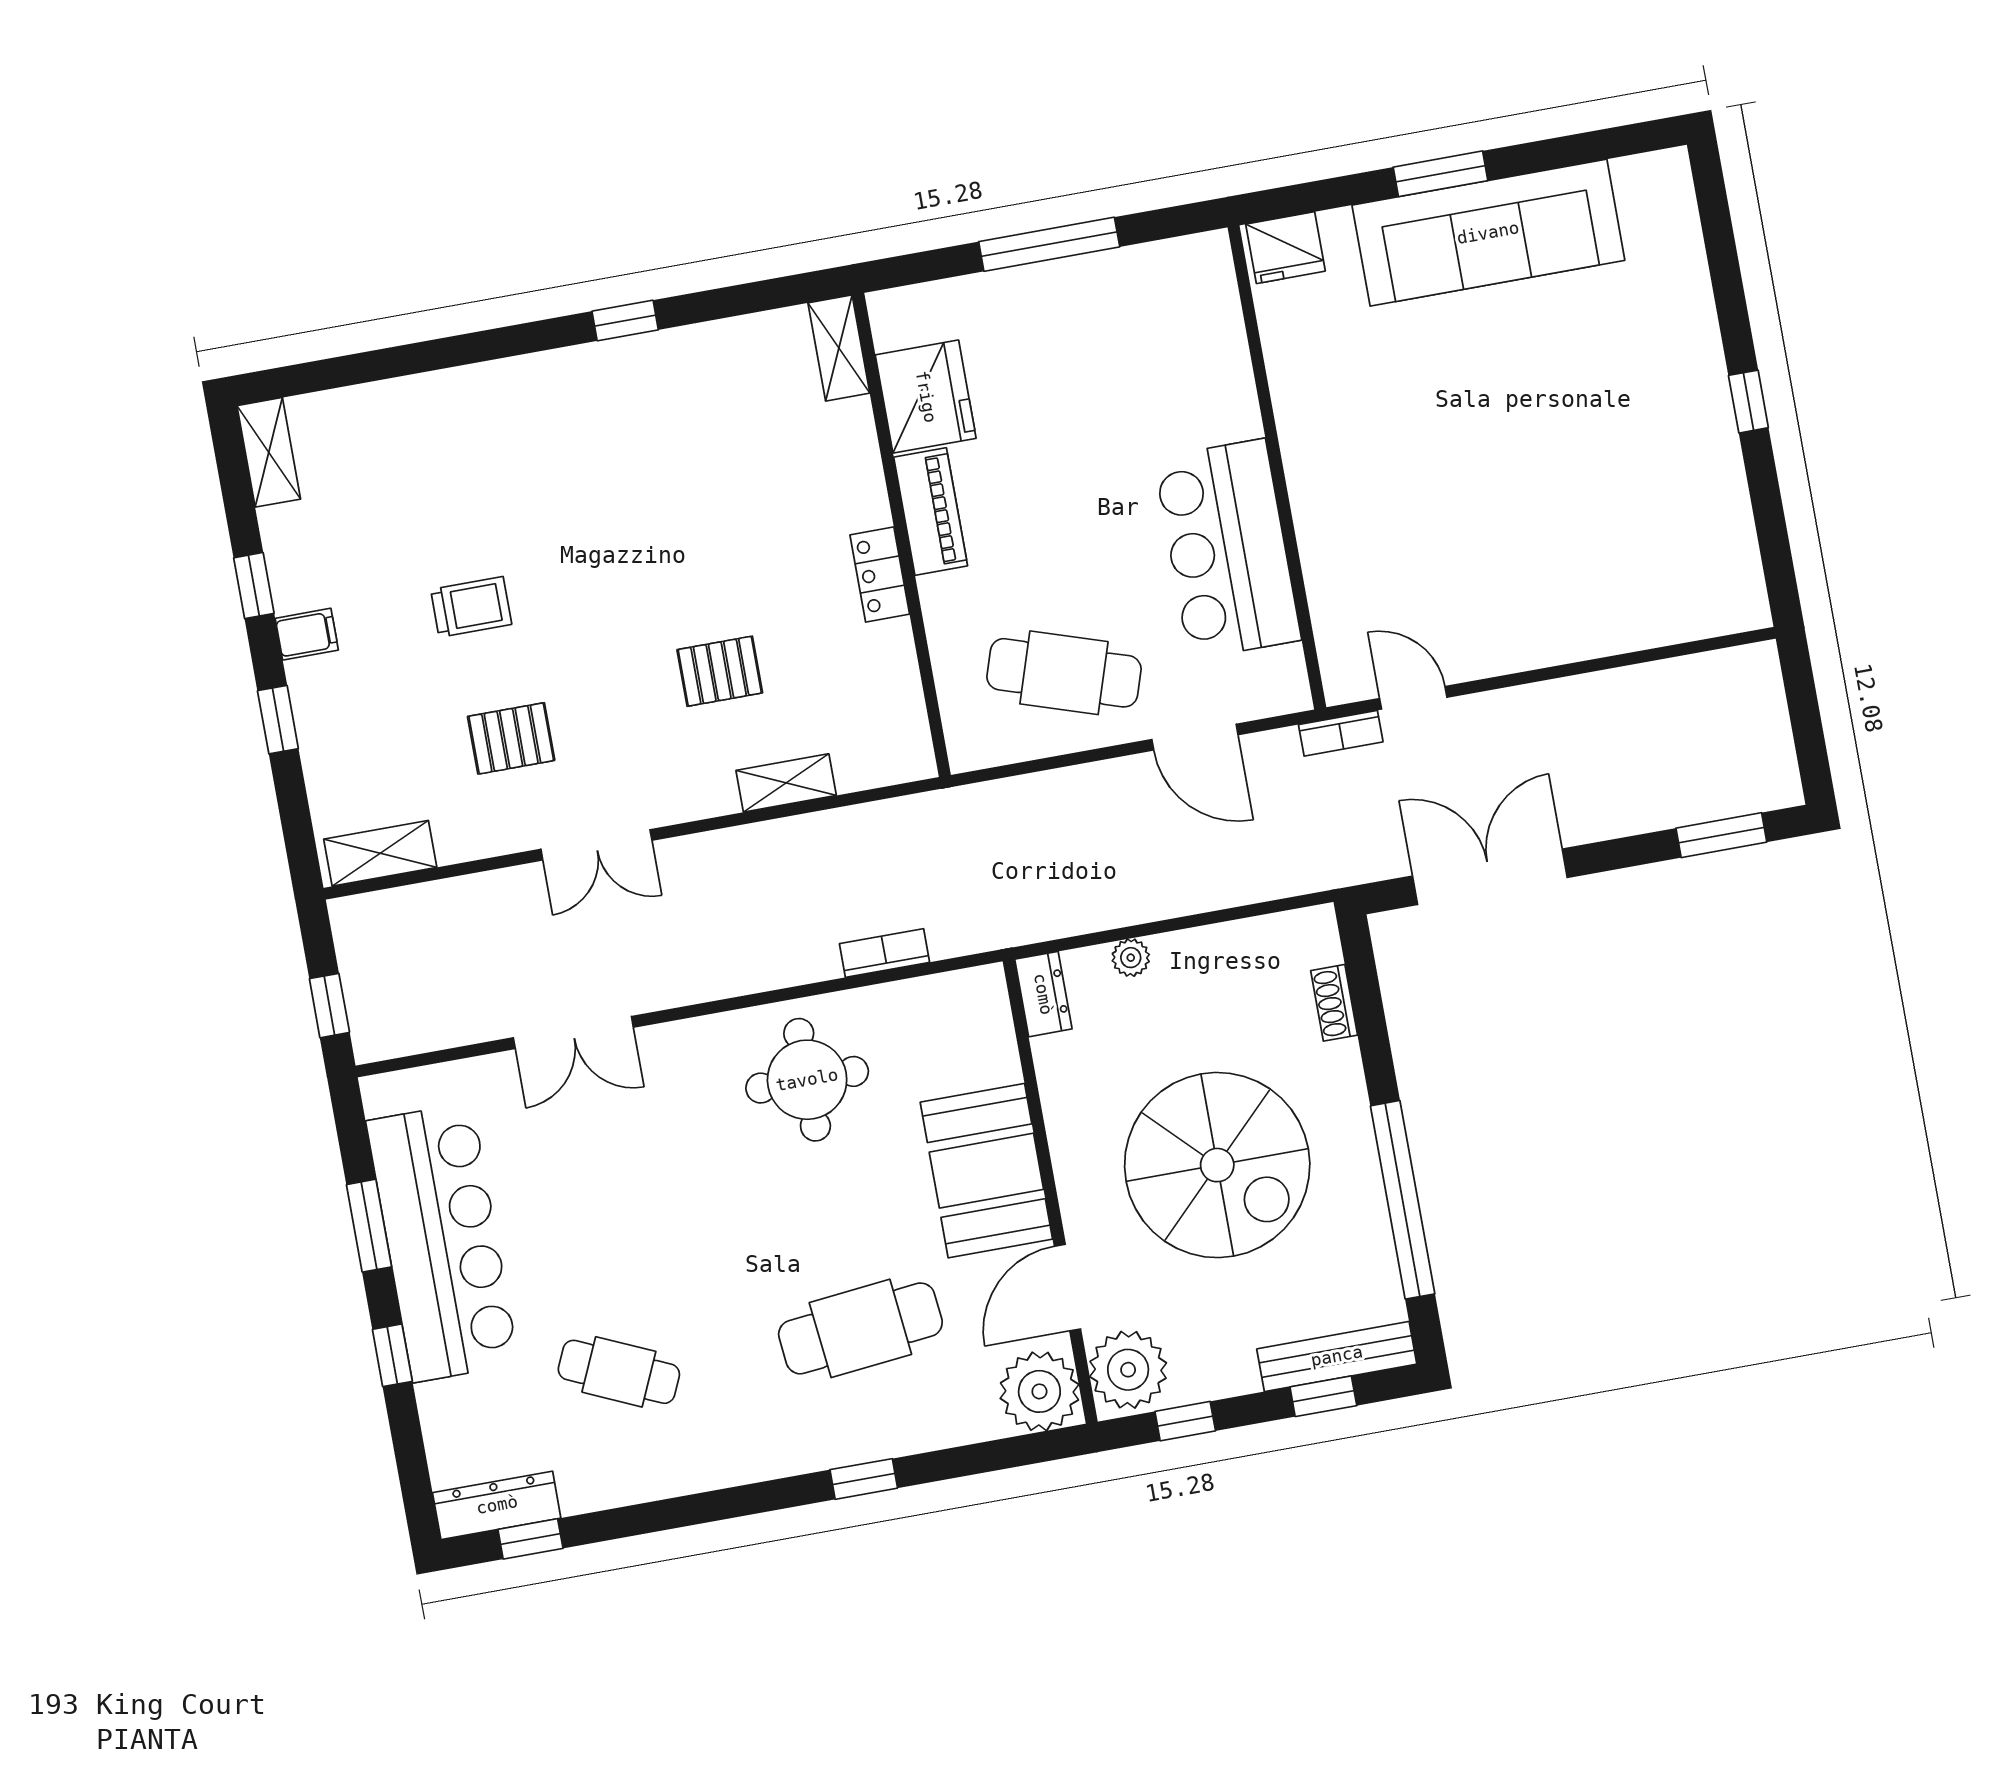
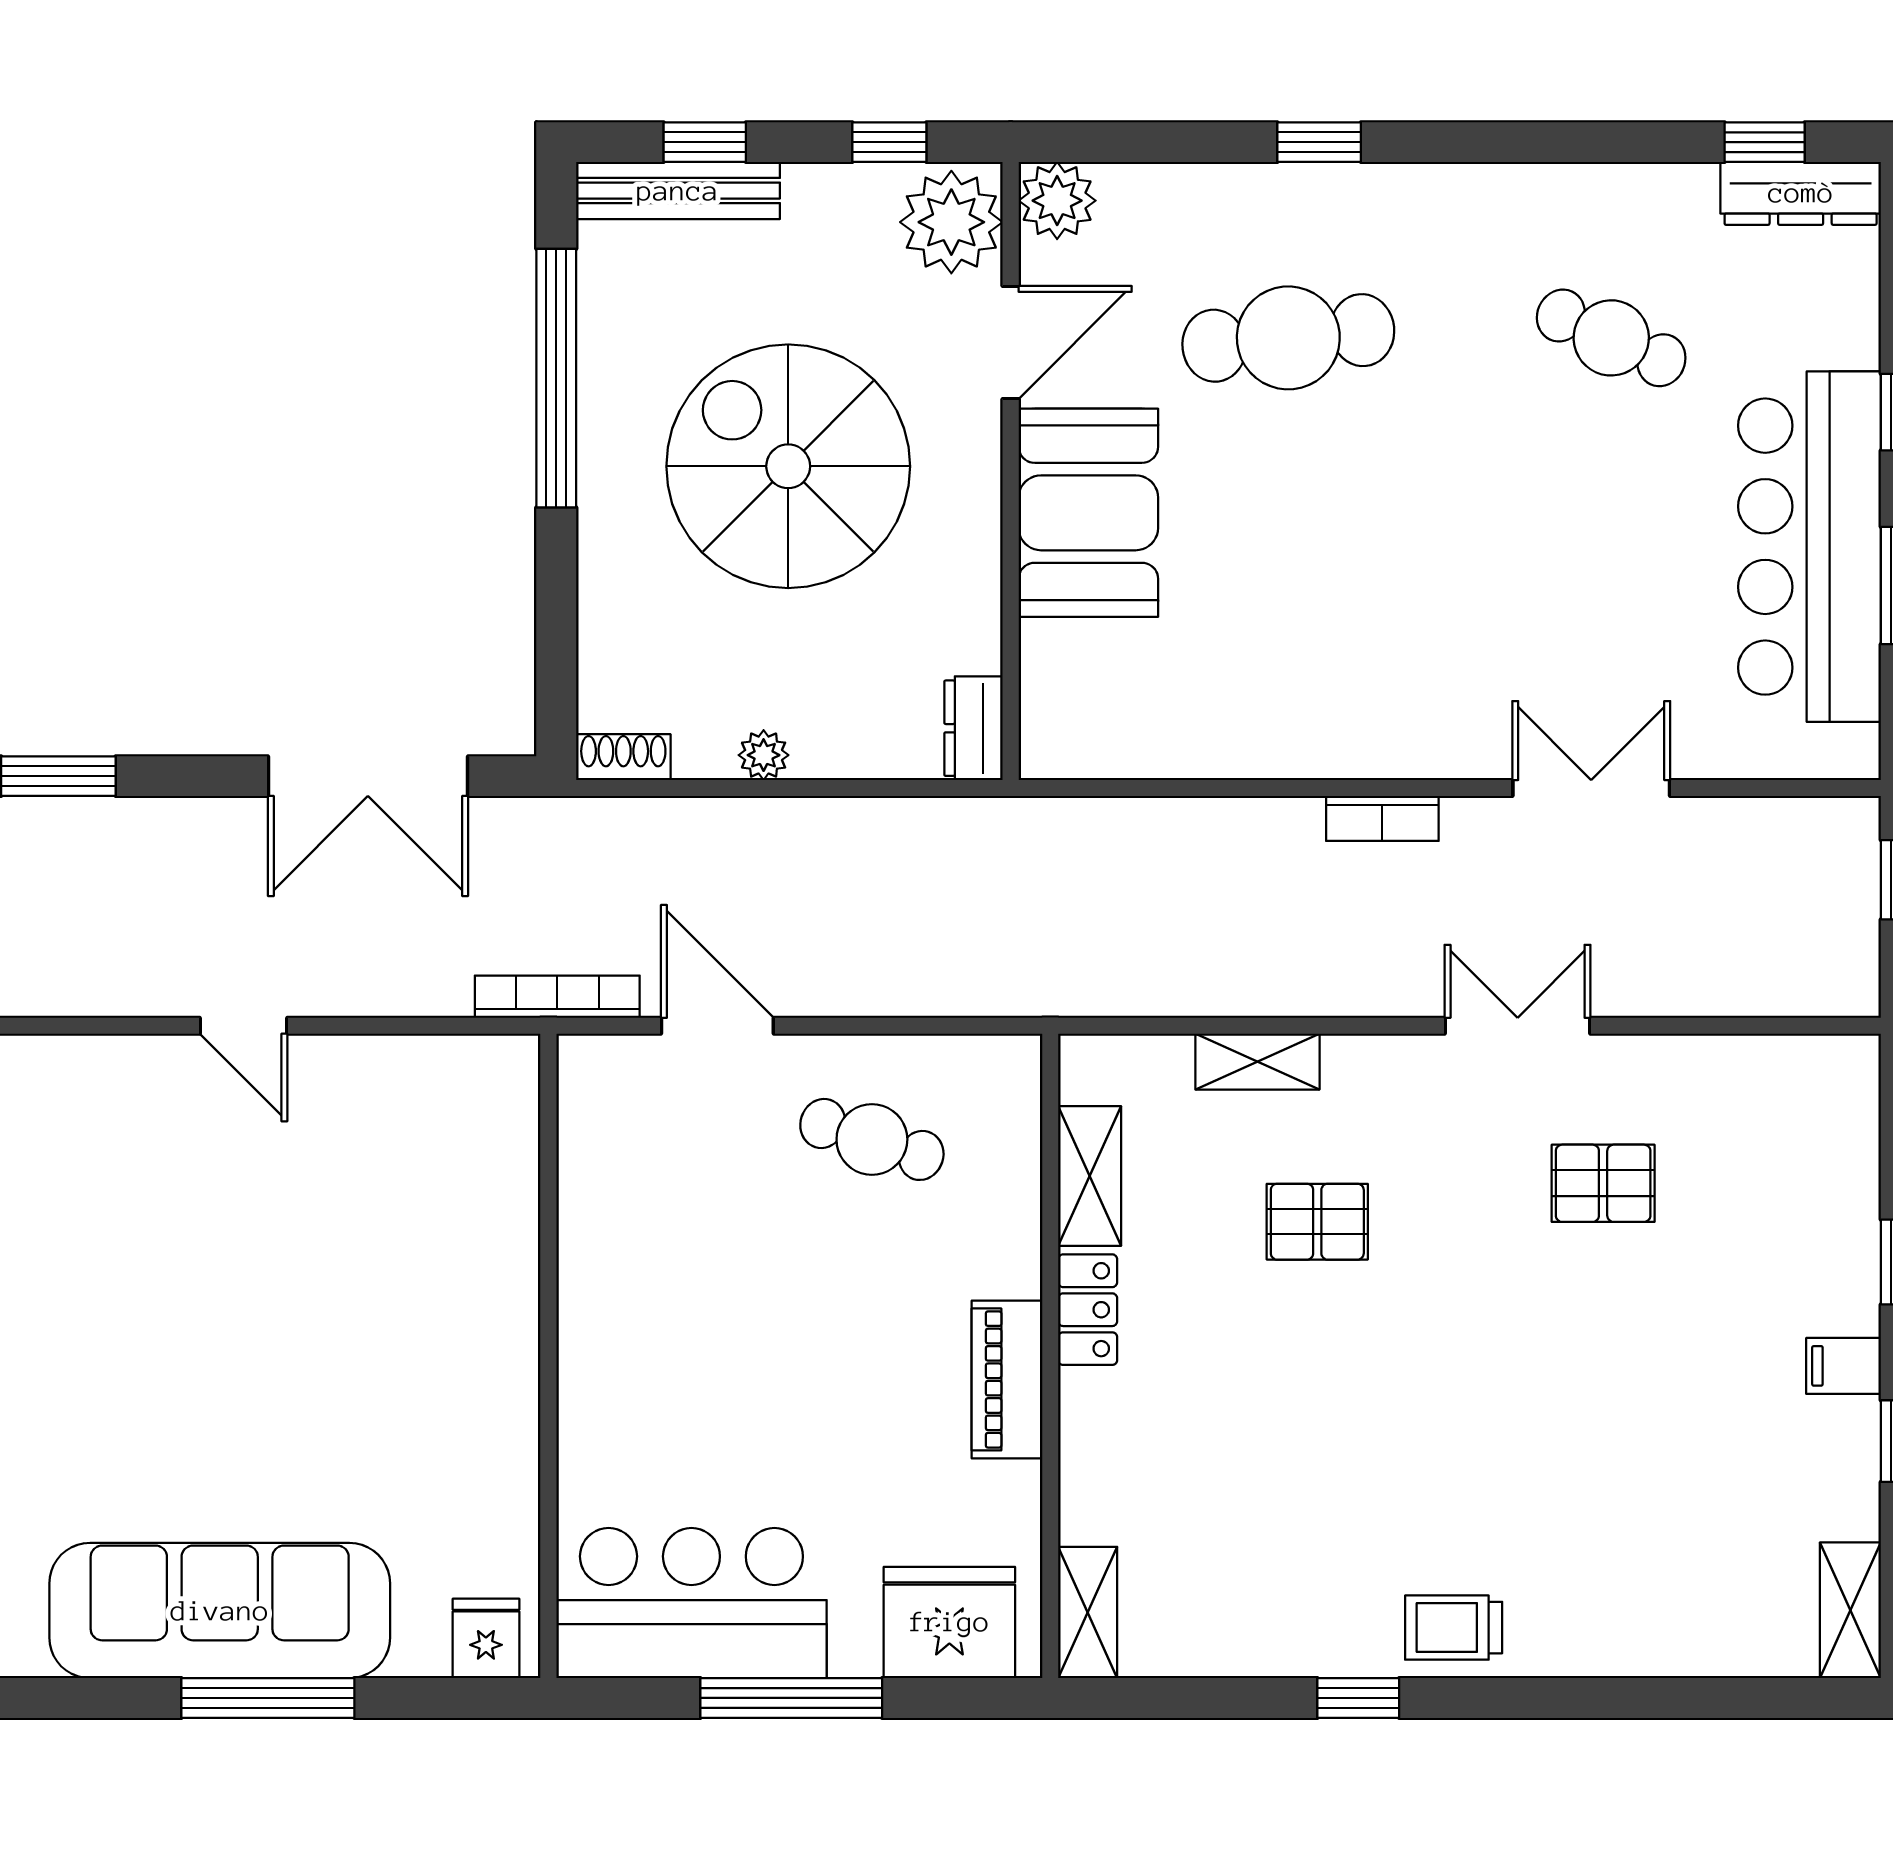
window: (1441, 174) -> (268, 1698), width x1.44
fridge: (1286, 248) -> (486, 1638), width x0.72
fridge: (926, 397) -> (949, 1622), moved, turned 90
bar counter: (1227, 549) -> (691, 1603), moved, turned -90
trolley: (471, 607) -> (1454, 1628), moved
cafe table: (1064, 673) -> (872, 1139), width x0.73, depth x0.74
door: (1413, 698) -> (244, 1026), moved
bookcase: (1341, 733) -> (557, 997), width x1.56
shelving: (380, 853) -> (1090, 1176), moved, turned 90
bookcase: (884, 953) -> (1382, 818), moved
plant: (1131, 958) -> (764, 755), moved
shoe rack: (1334, 1003) -> (623, 757), moved, turned -90
round table: (807, 1080) -> (1299, 672), removed
plant: (1039, 1391) -> (1057, 201), width x0.73, depth x0.73

